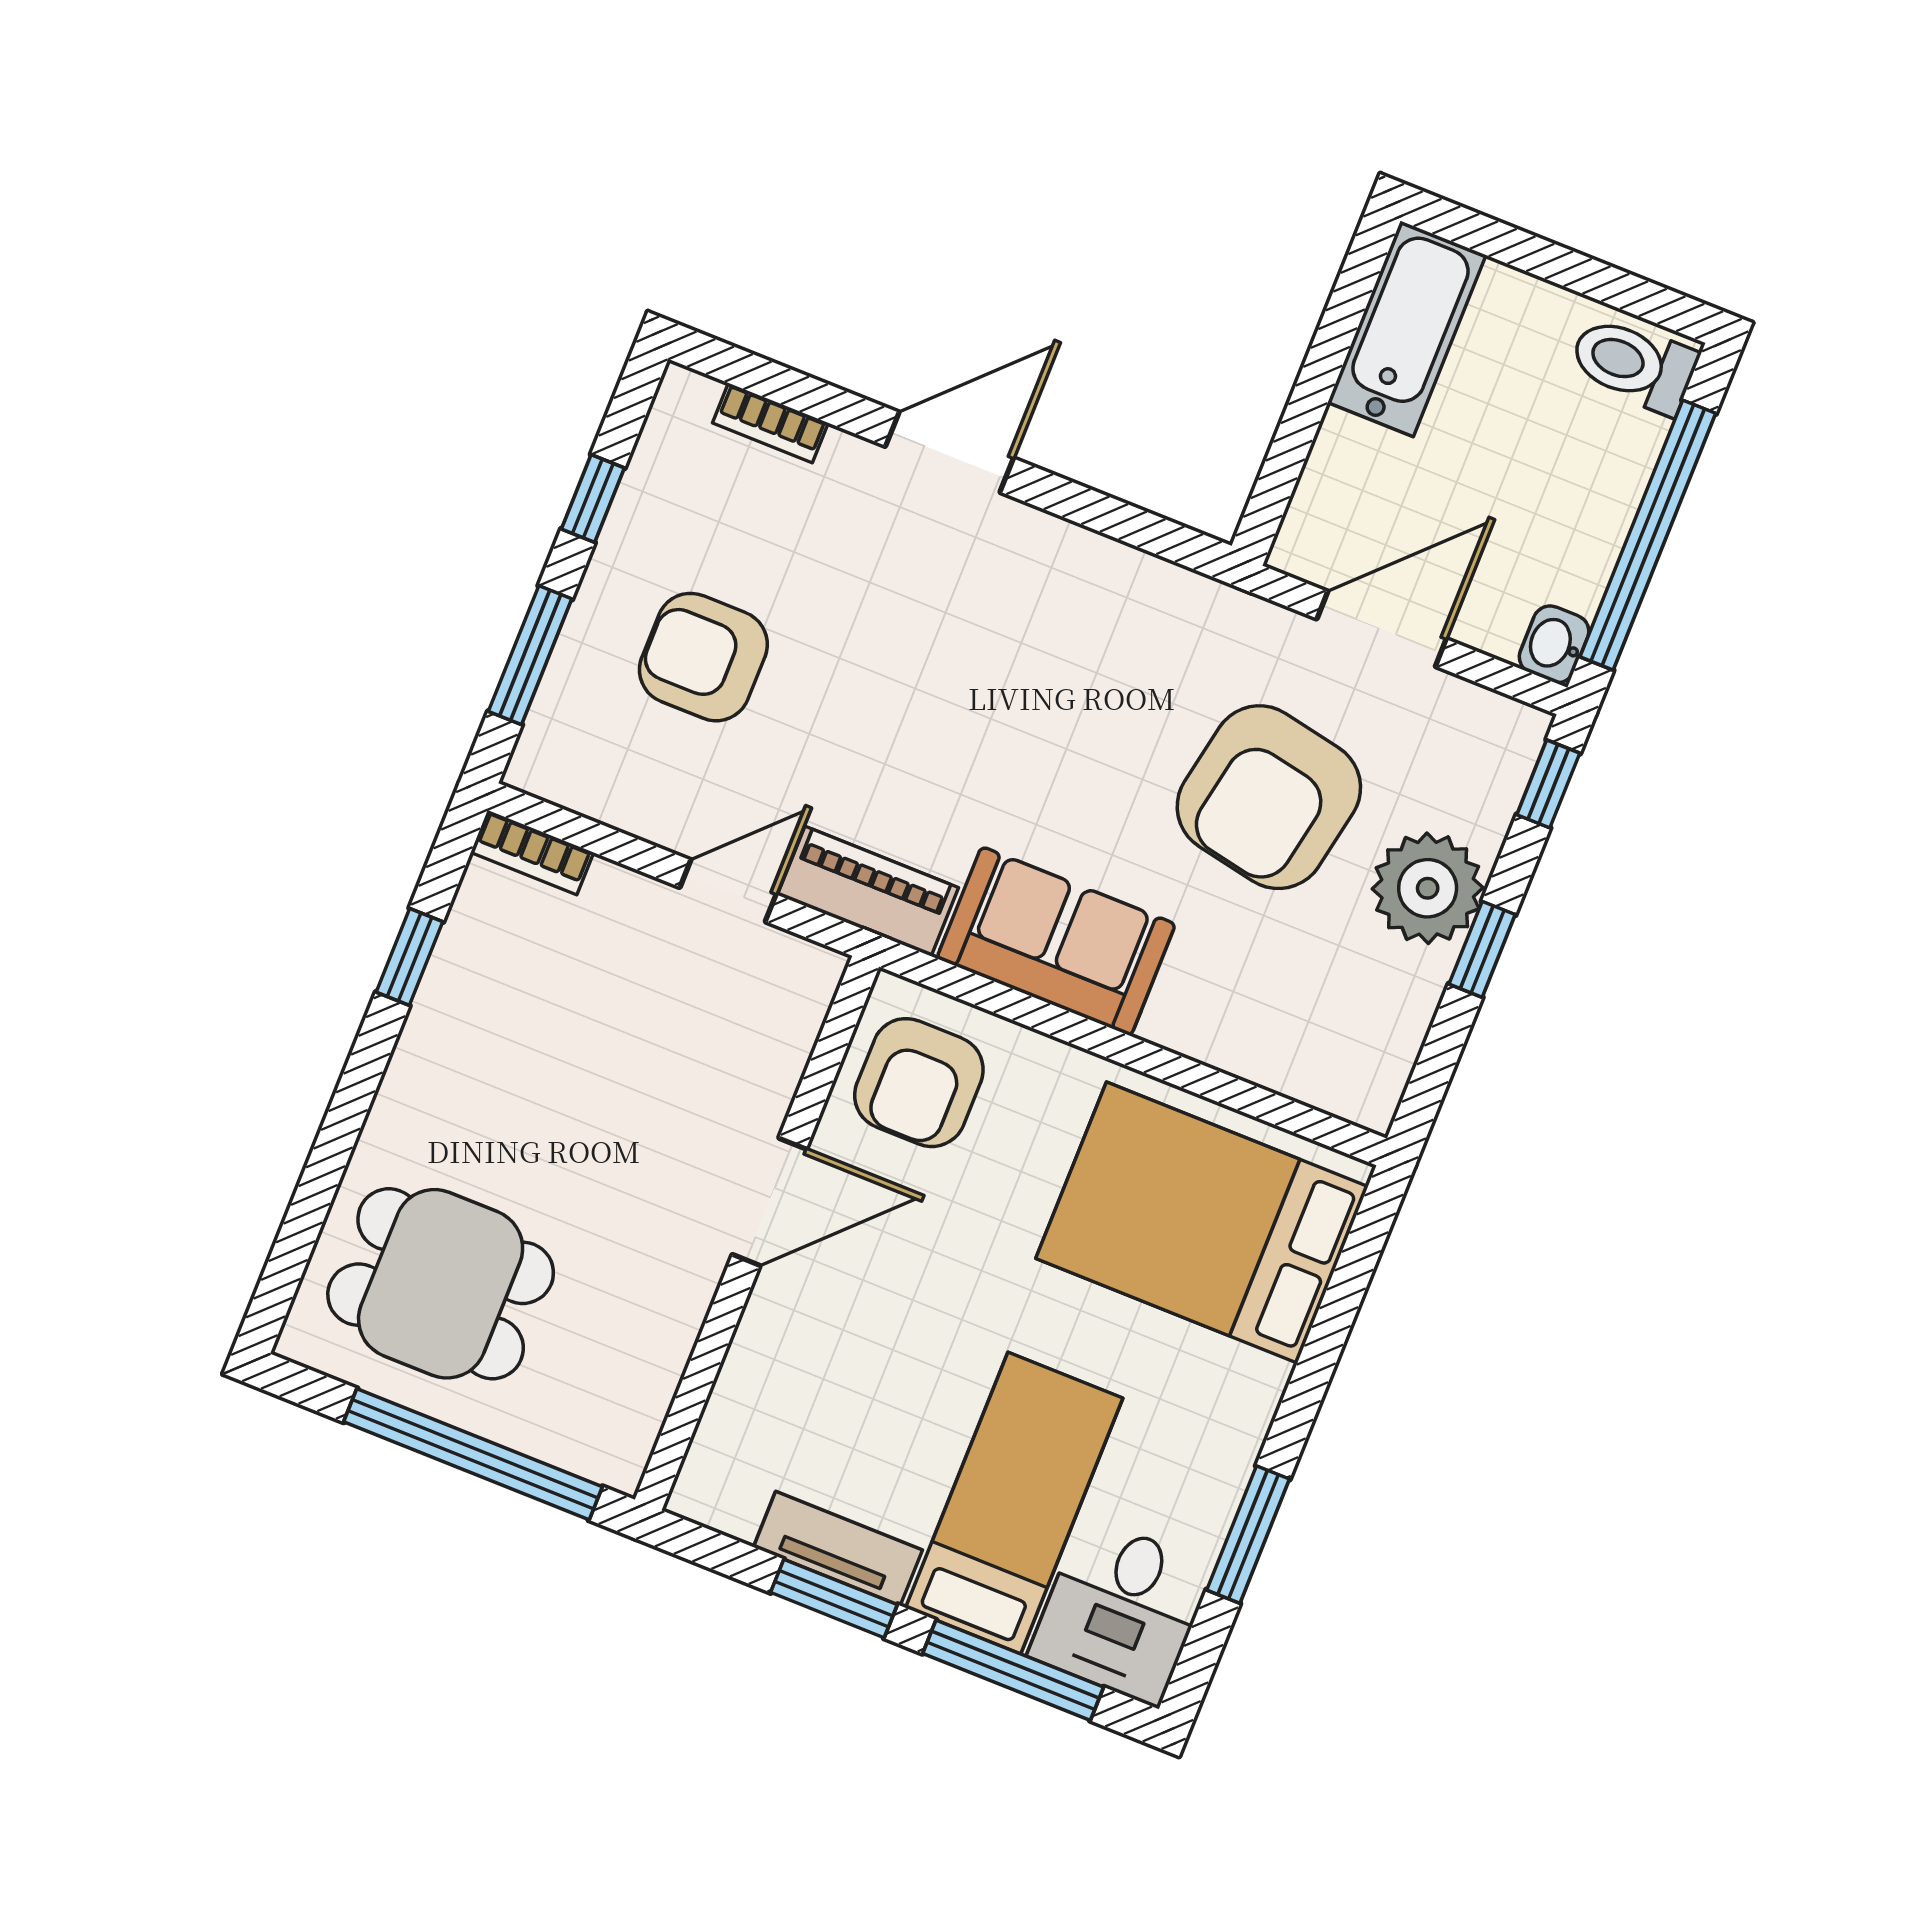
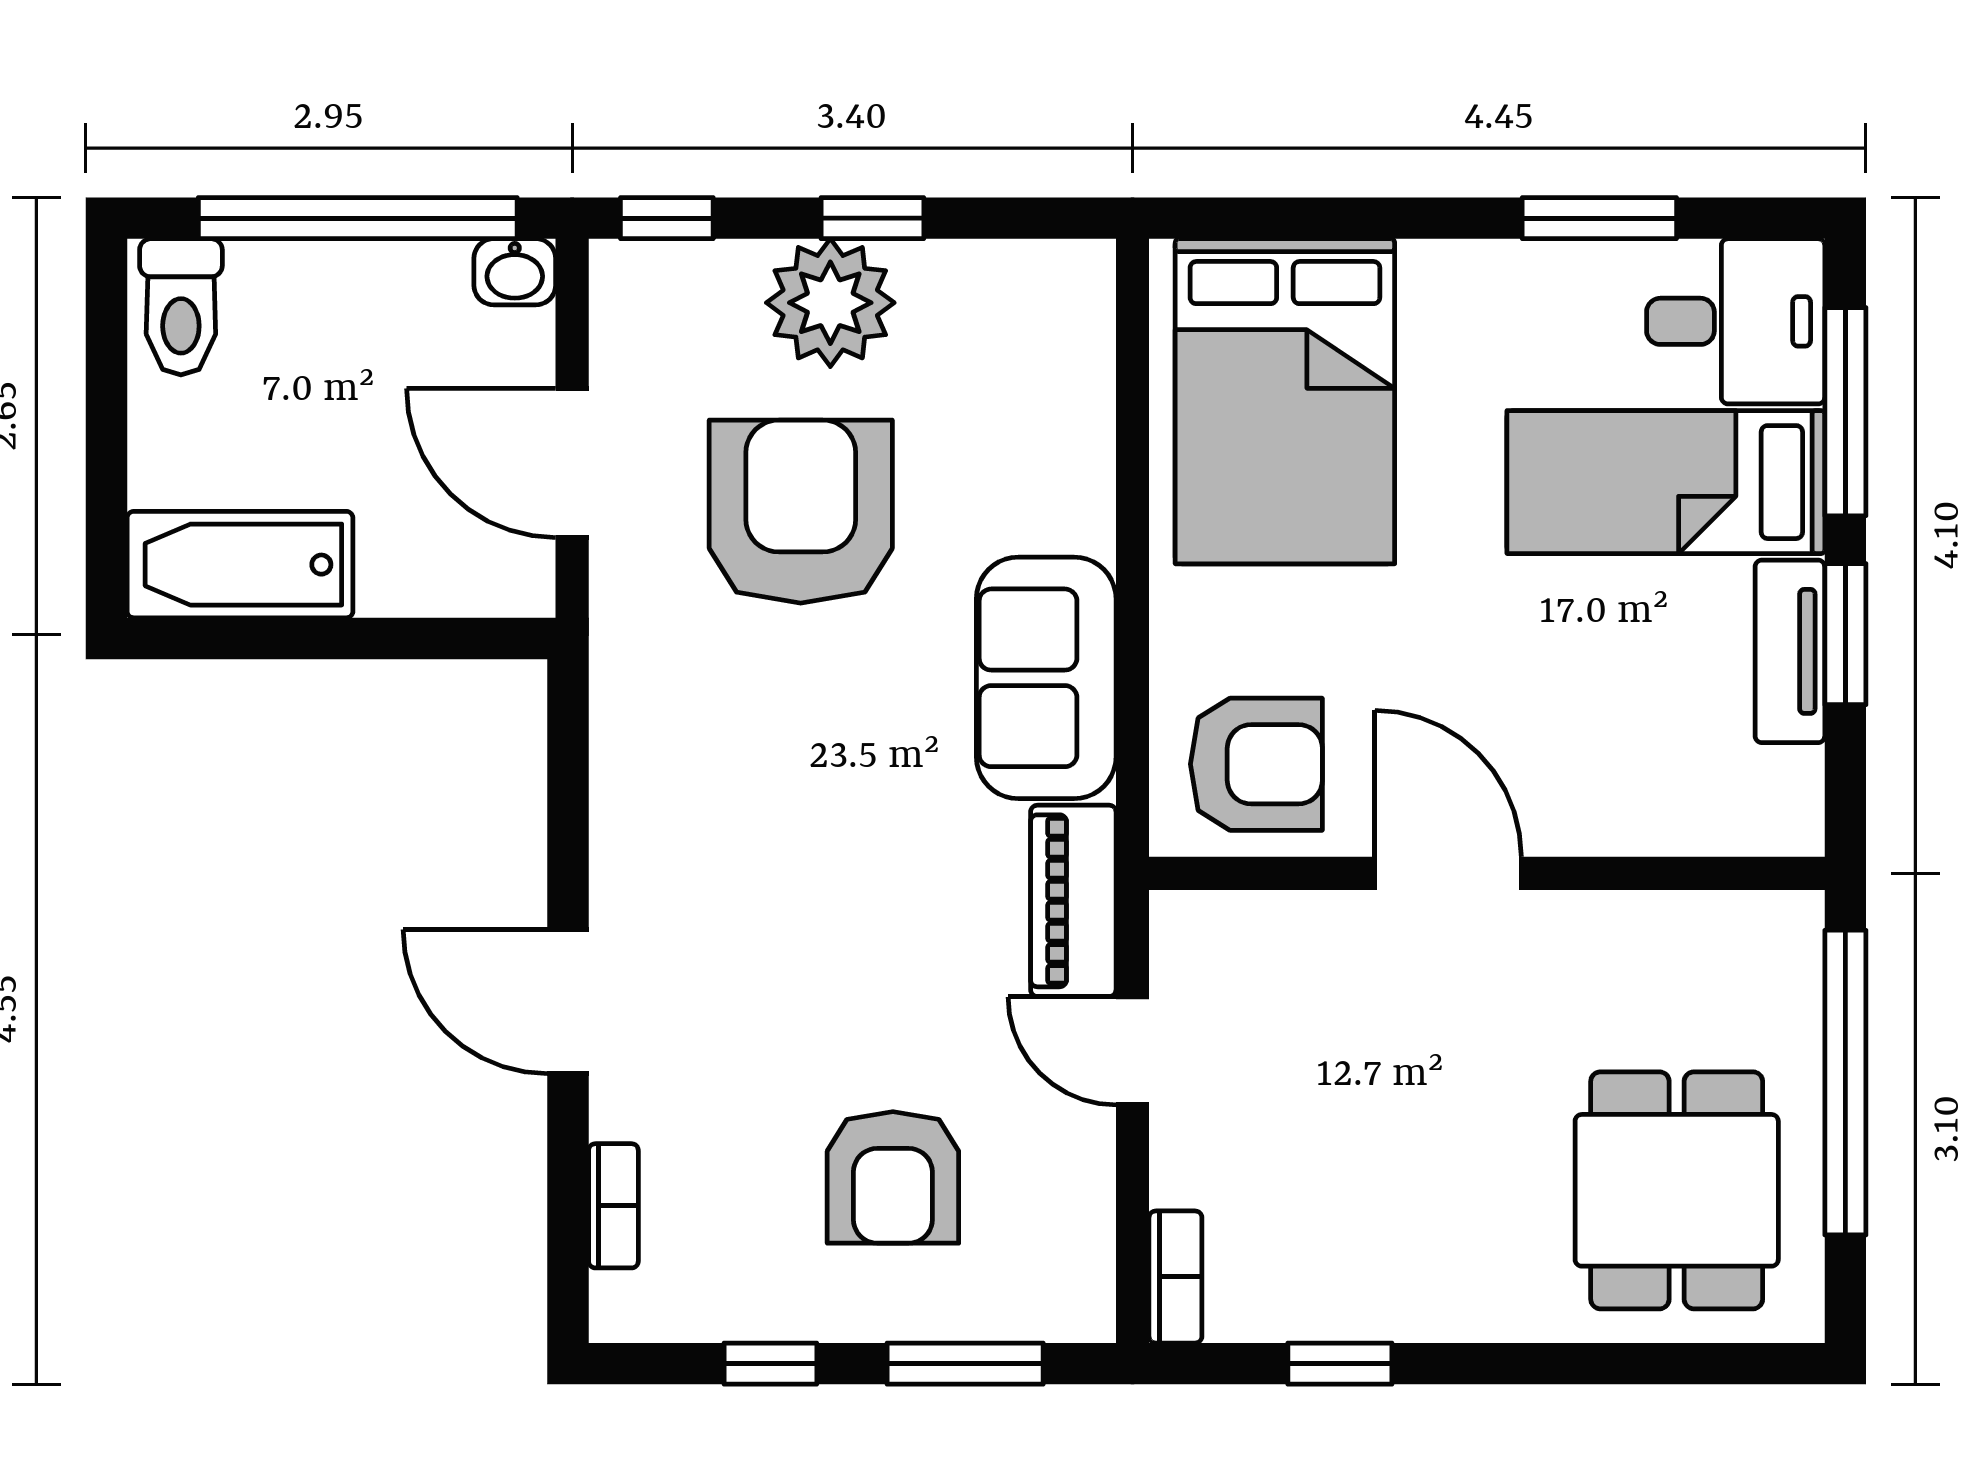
armchair: (1269, 797) -> (801, 512), turned -101

